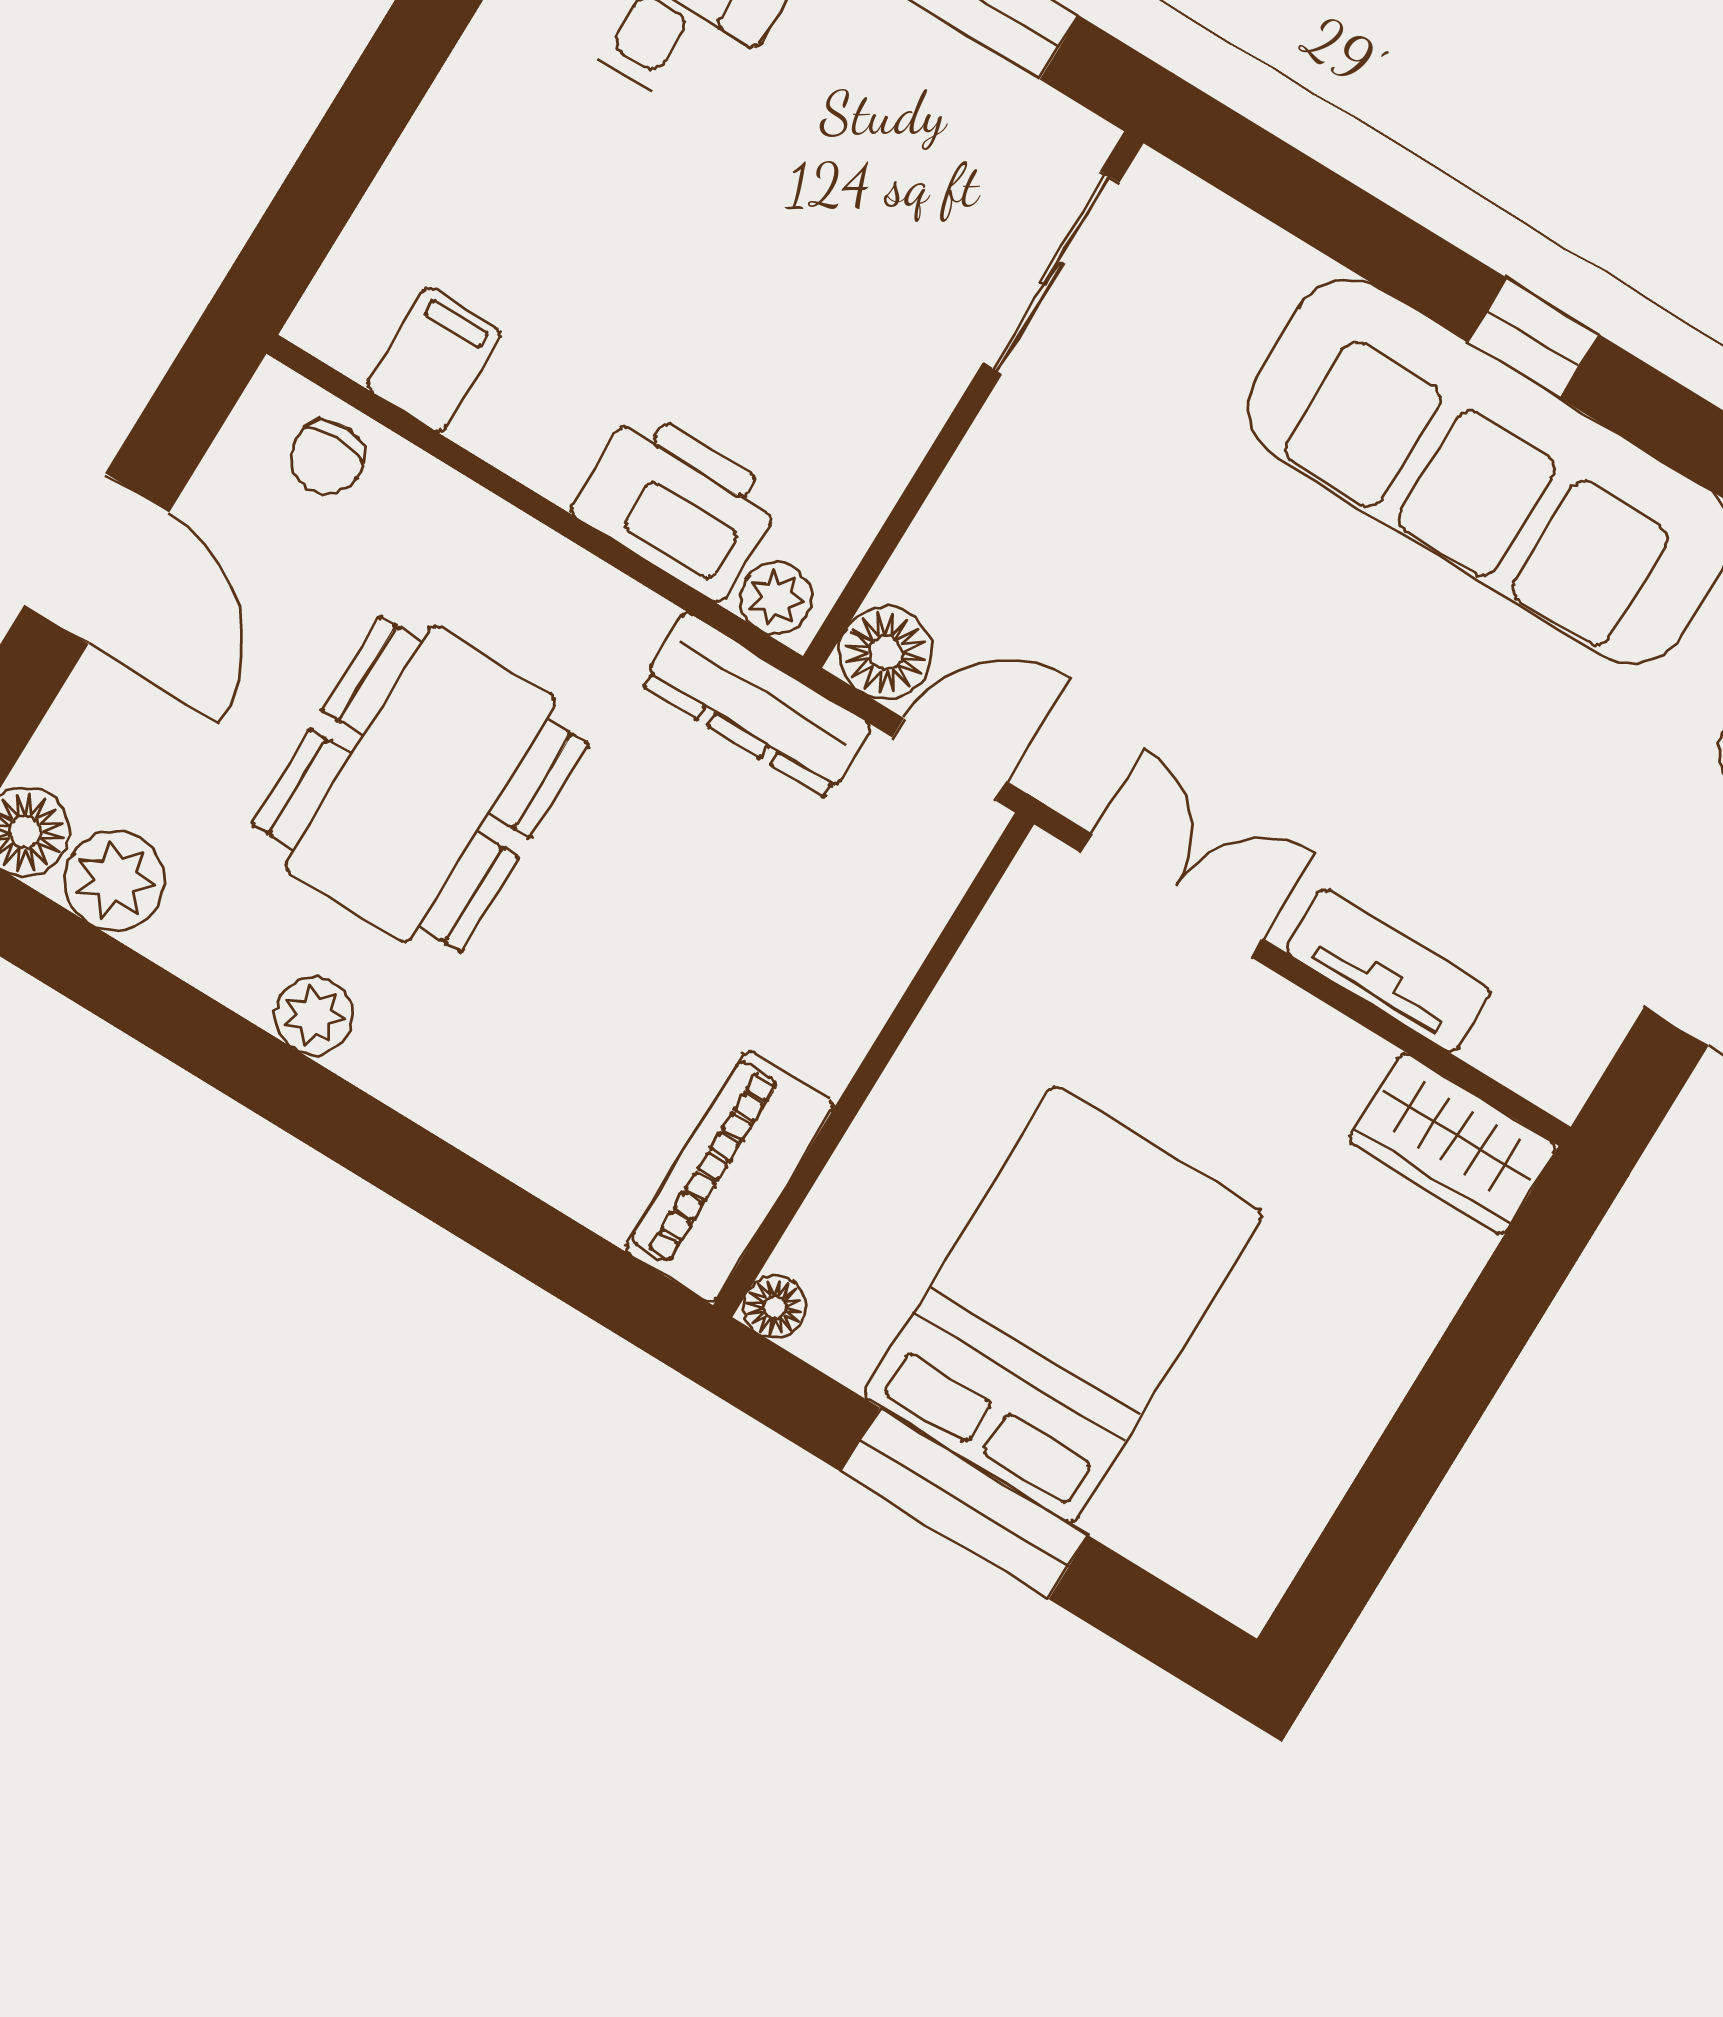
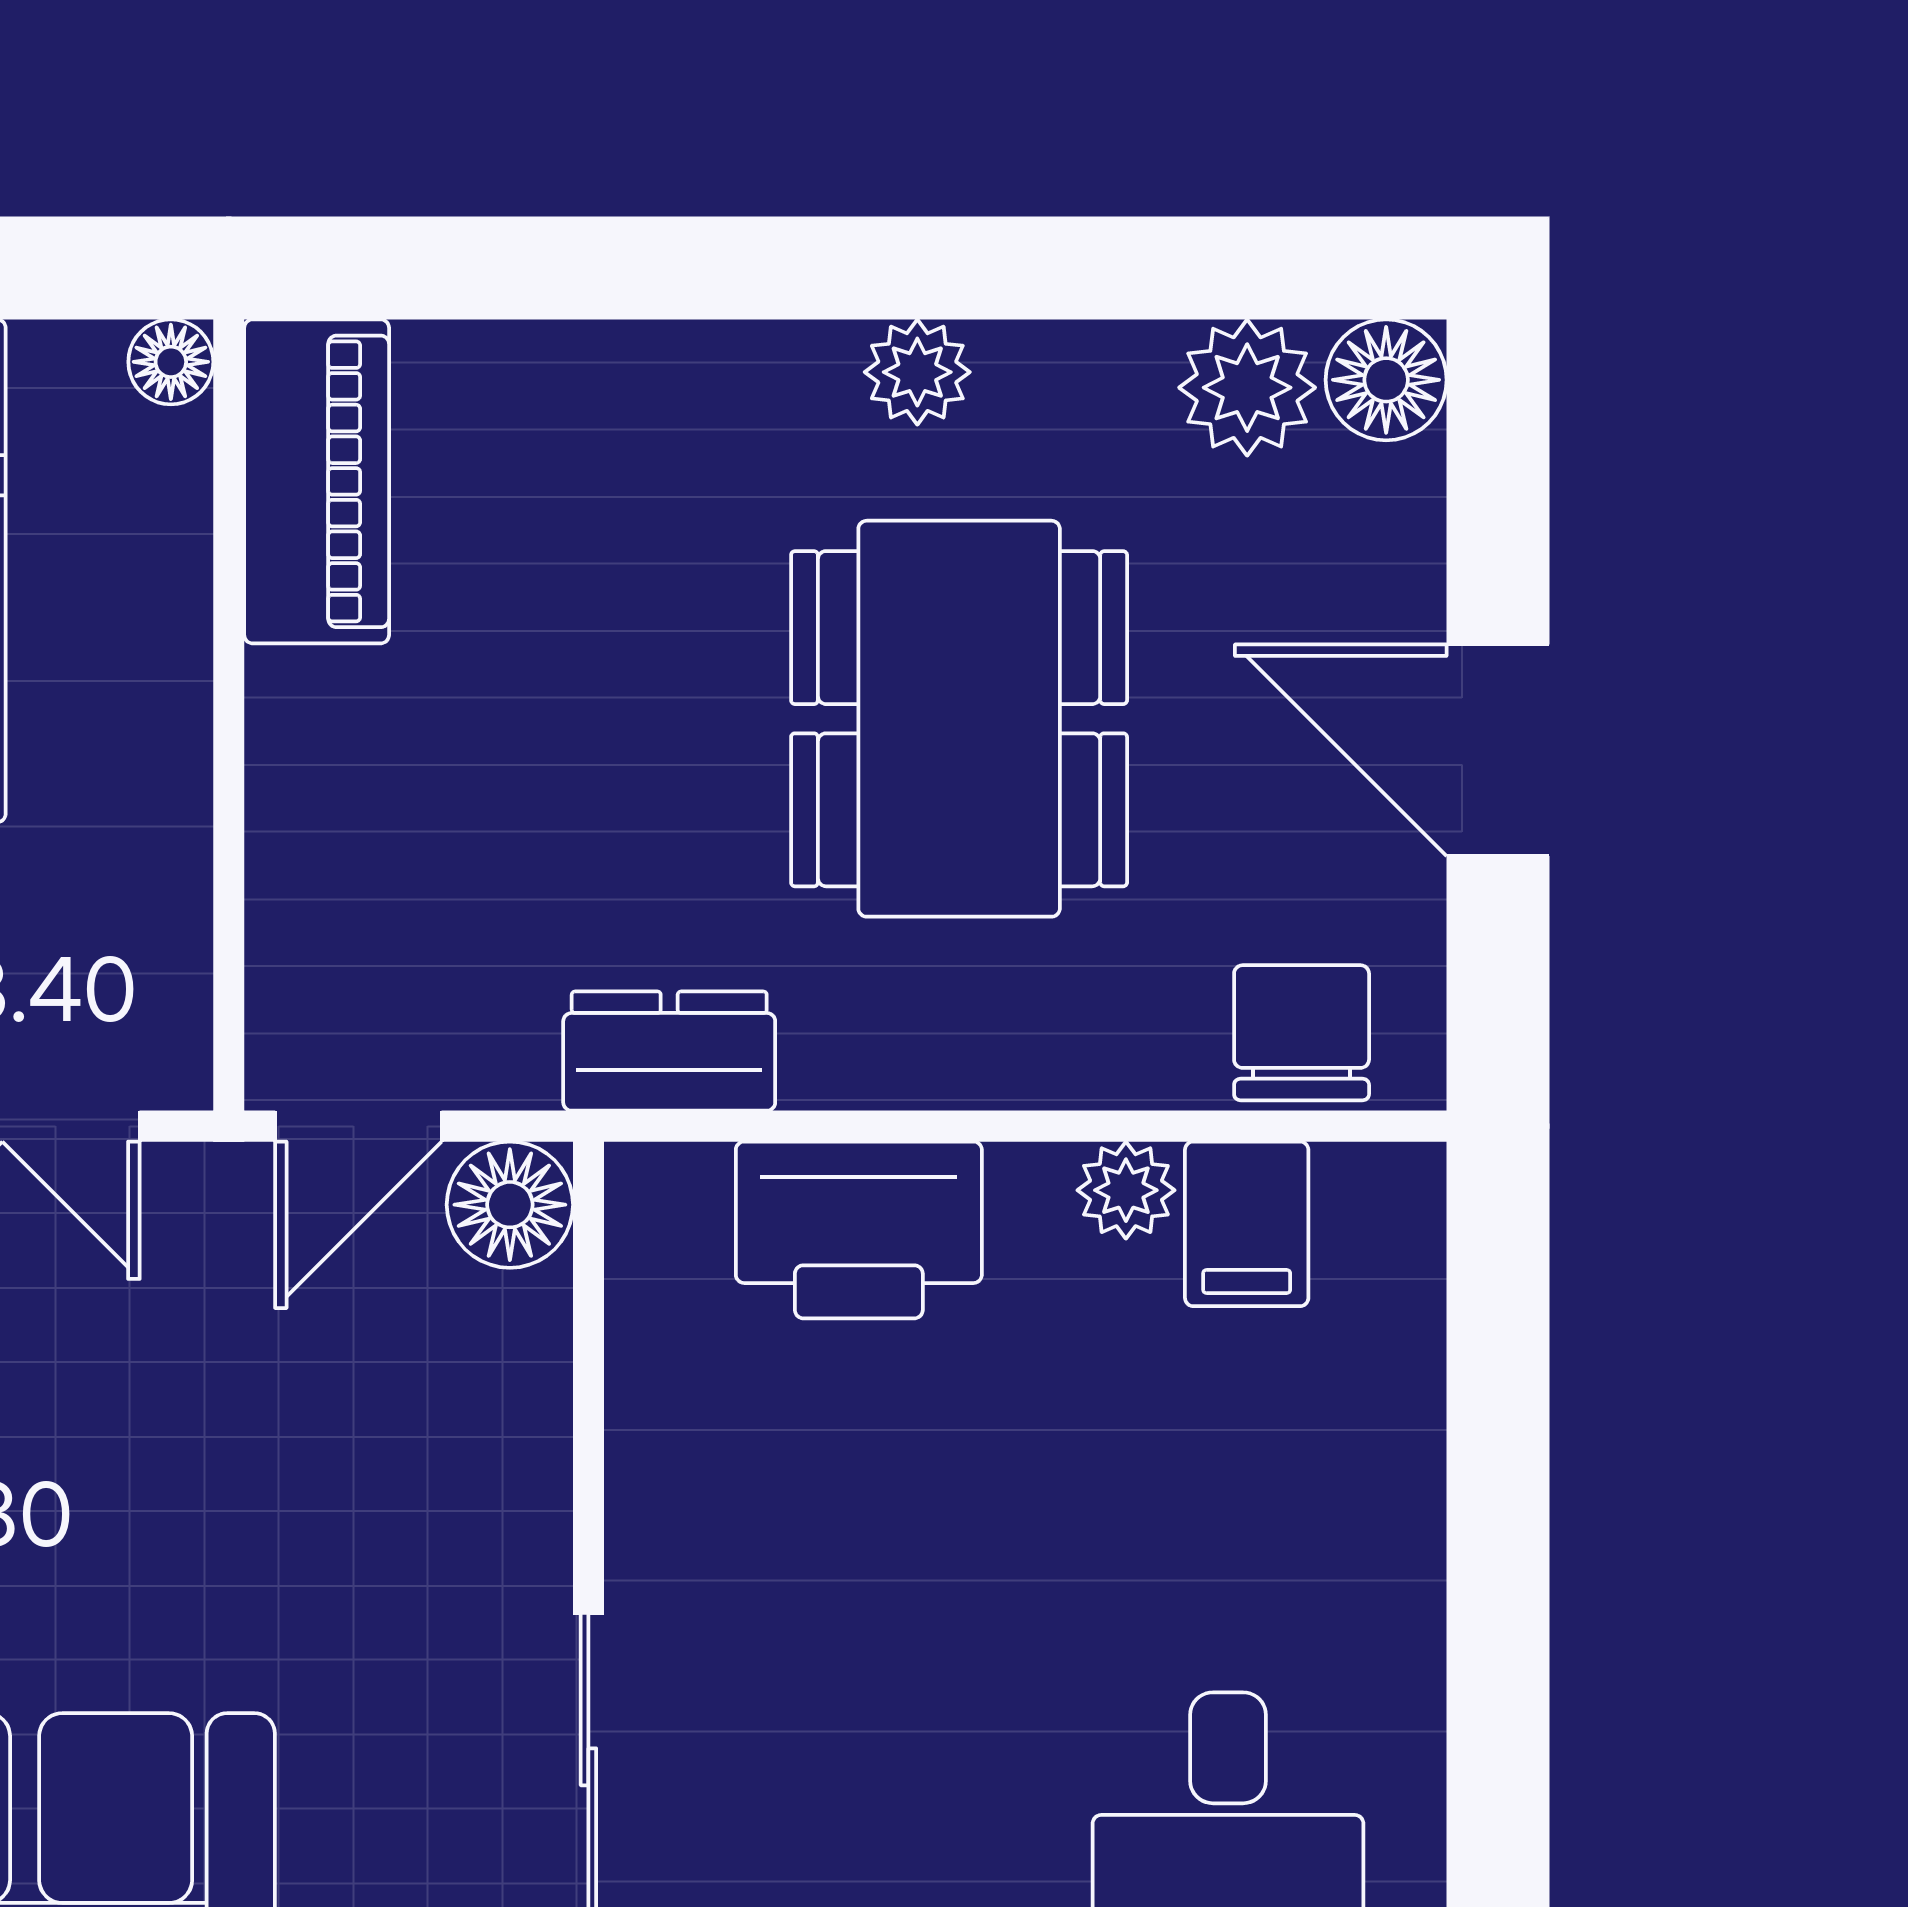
chair: (327, 458) -> (1302, 1033), width x1.37, depth x1.37
plant: (776, 598) -> (1126, 1190), moved
dresser: (756, 705) -> (669, 1051), width x0.70

